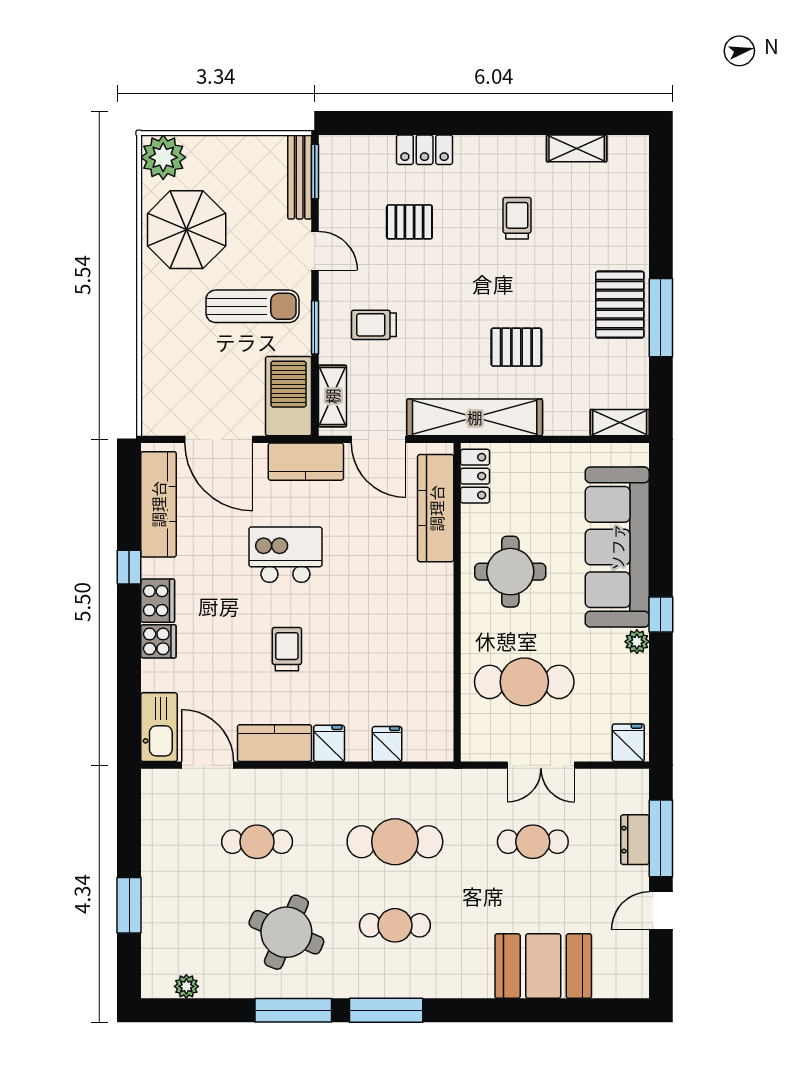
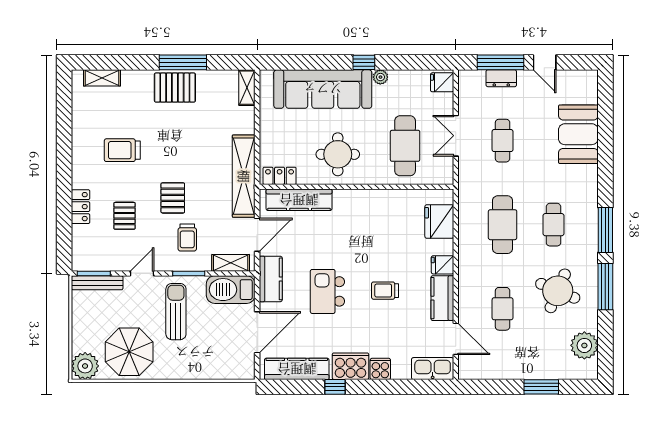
shelving: (577, 148) -> (102, 78), moved, turned 90
trolley: (517, 218) -> (122, 150), width x1.36, depth x1.39
pallet: (516, 347) -> (173, 198), moved
cooker: (158, 601) -> (351, 366), width x1.37, depth x1.31
fridge: (387, 744) -> (439, 222), width x1.88, depth x1.34
door: (208, 765) -> (456, 339), swing flipped
double door: (541, 765) -> (456, 136), swing flipped
plant: (186, 986) -> (584, 345), width x1.88, depth x1.88

